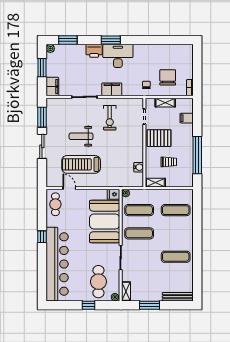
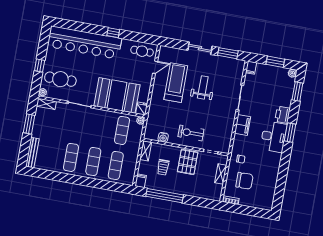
filing cabinet: (52, 87) -> (251, 68), width x0.50
exercise bike: (110, 118) -> (191, 133), moved
filing cabinet: (187, 118) -> (141, 181), moved
exercise mat: (139, 233) -> (93, 161), moved

